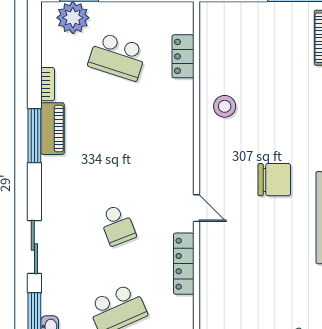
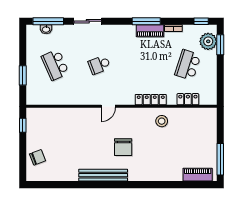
window: (34, 31) -> (201, 21), added
locker: (184, 264) -> (151, 100), moved

